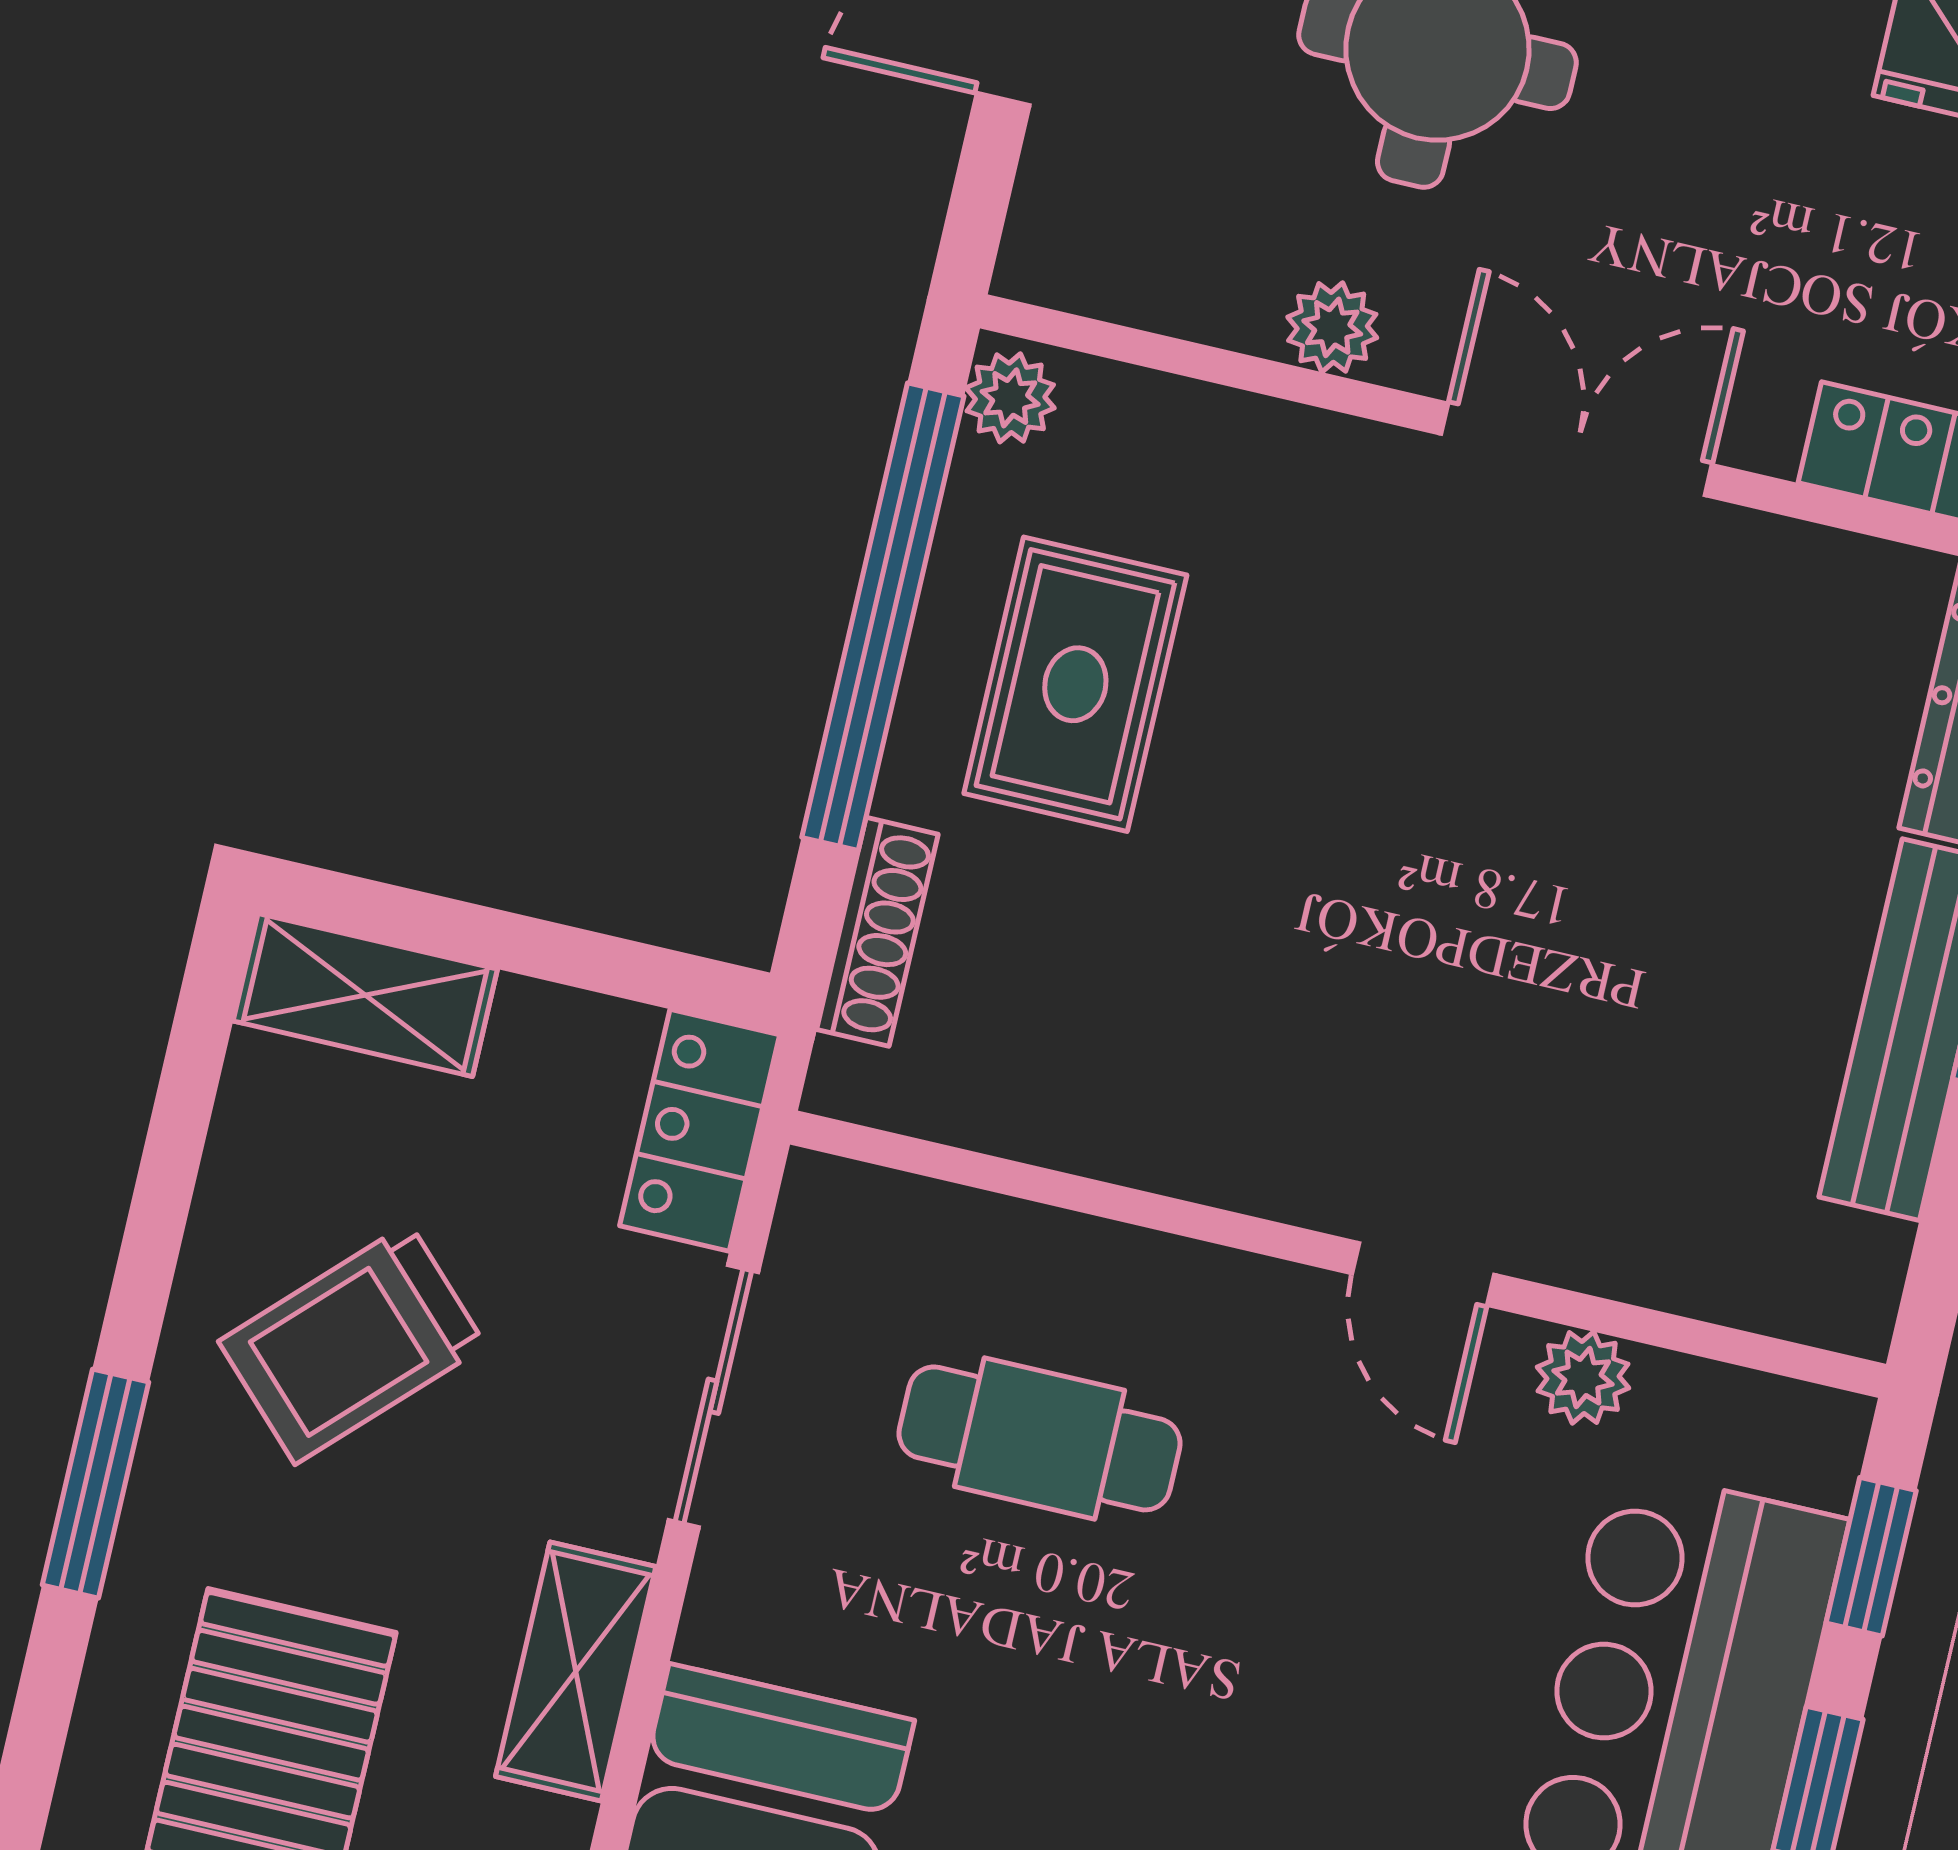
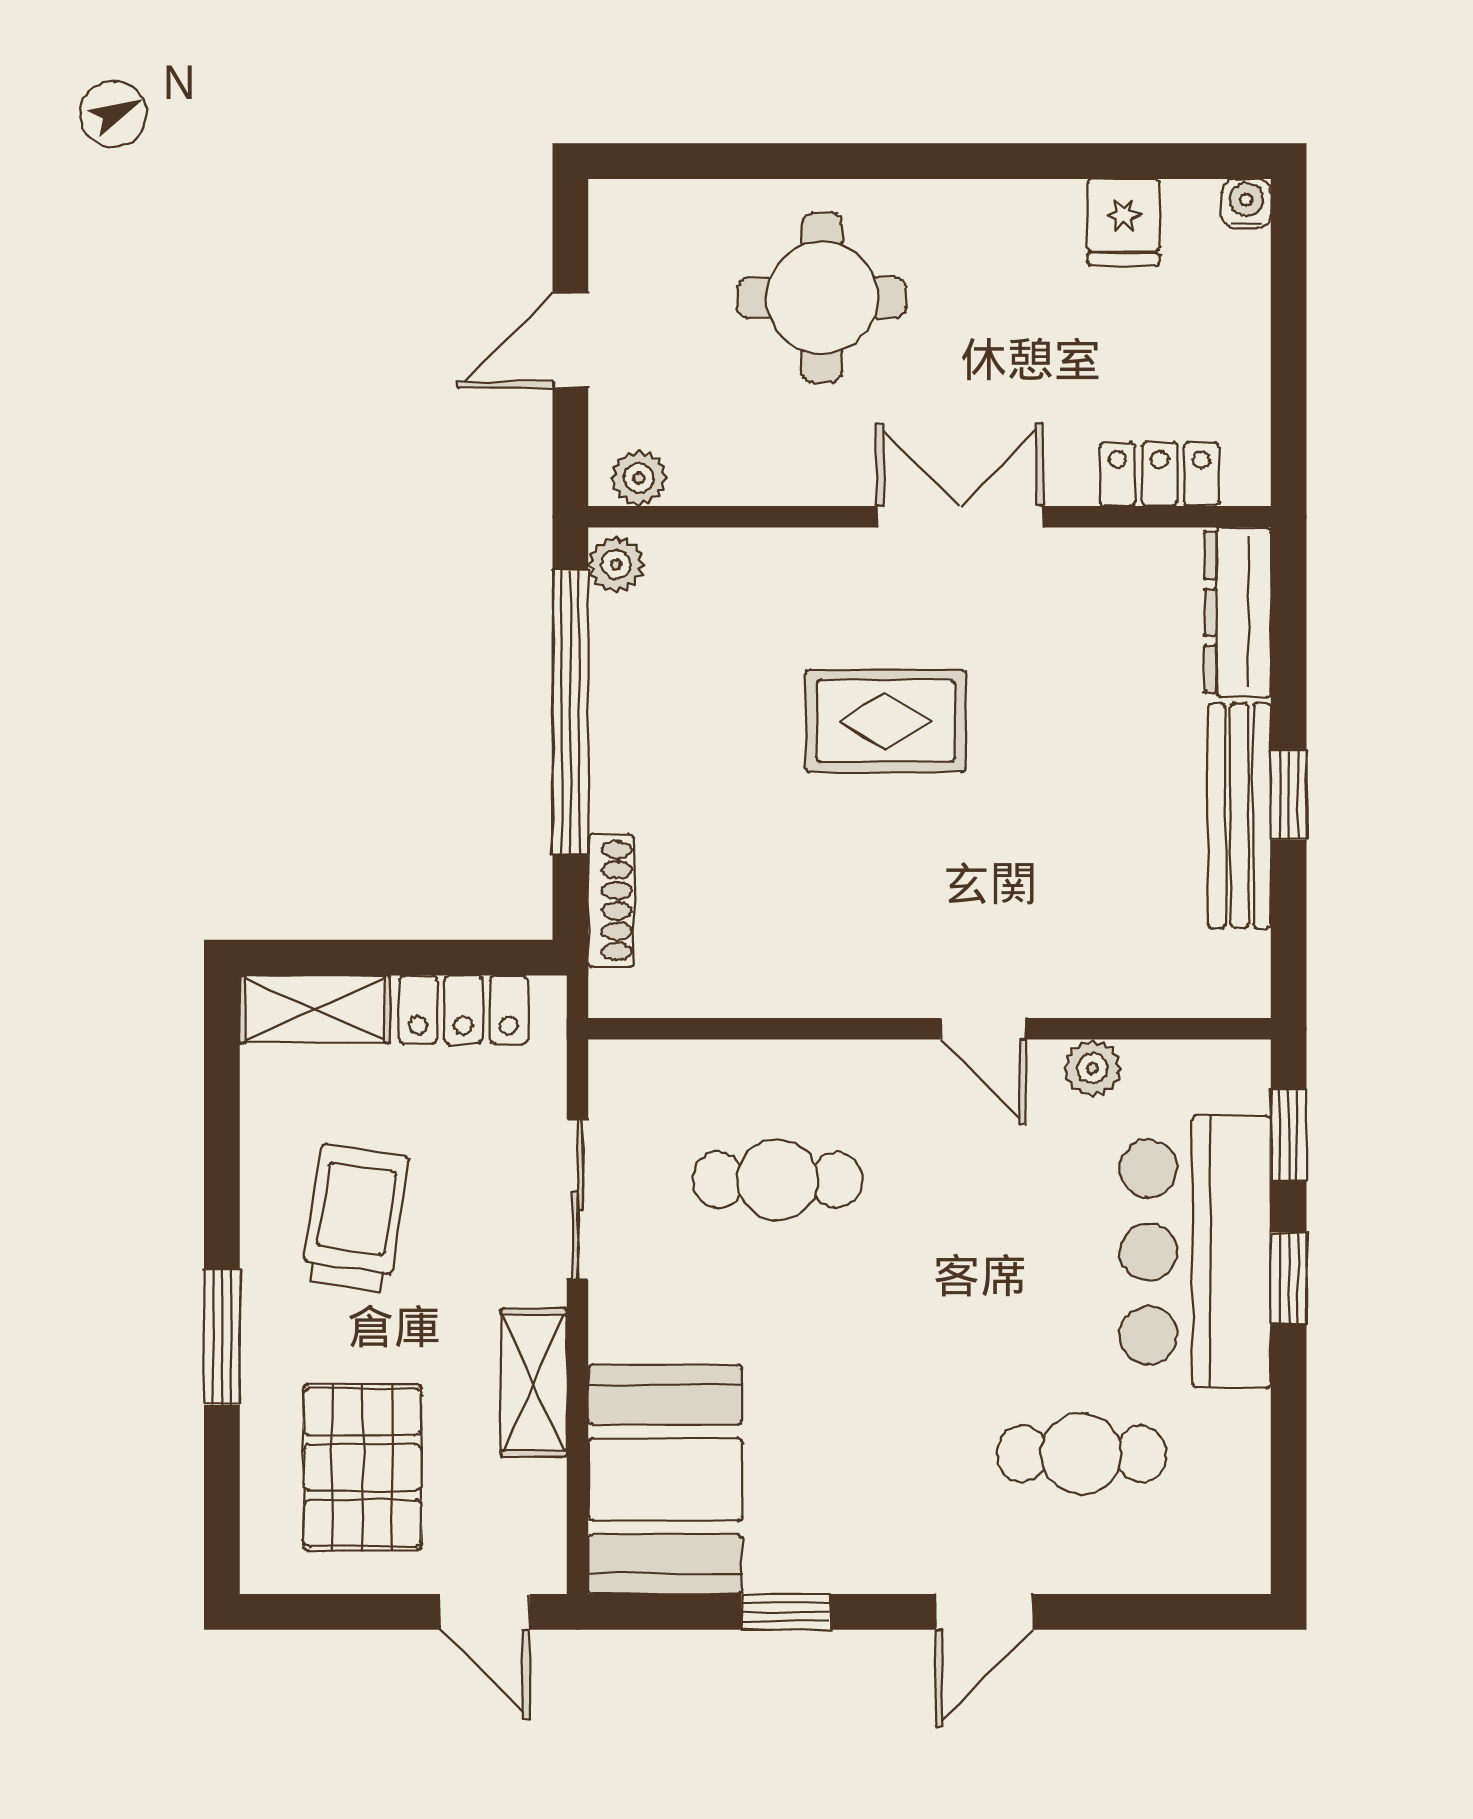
plant: (1332, 327) -> (639, 478), moved
rug: (1075, 684) -> (886, 721), moved, turned 90
locker: (700, 1130) -> (464, 1010), moved, turned -90
trolley: (352, 1344) -> (355, 1218), turned 144

